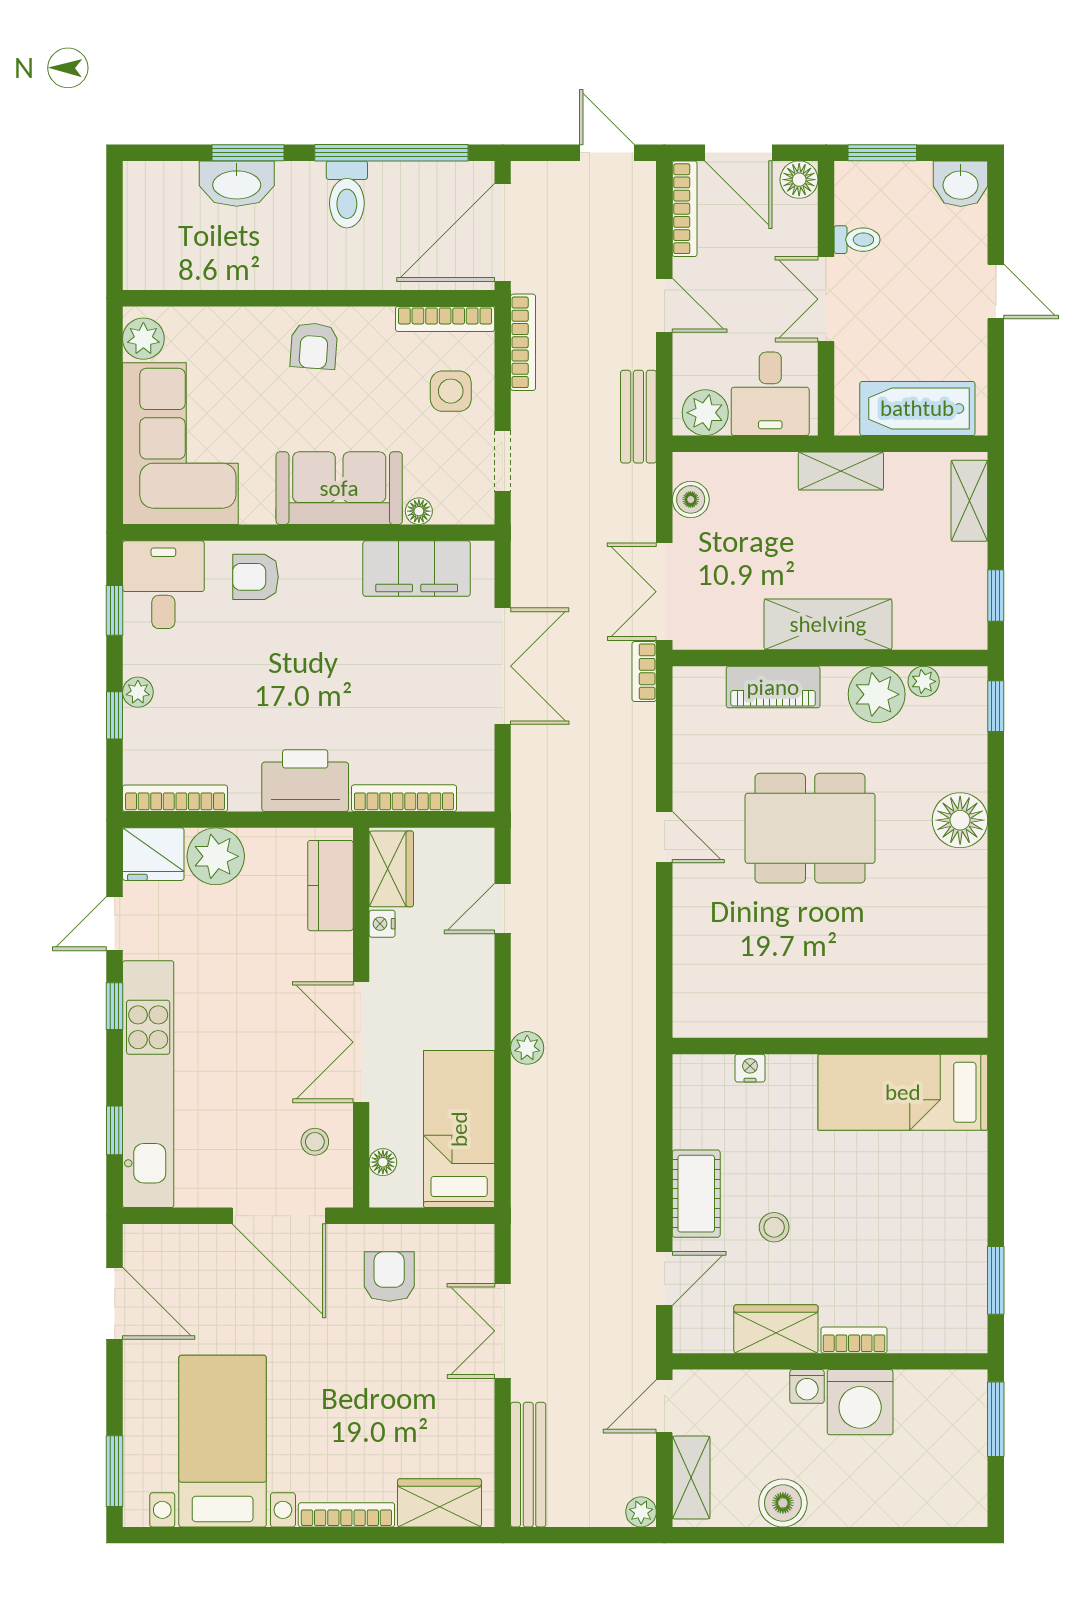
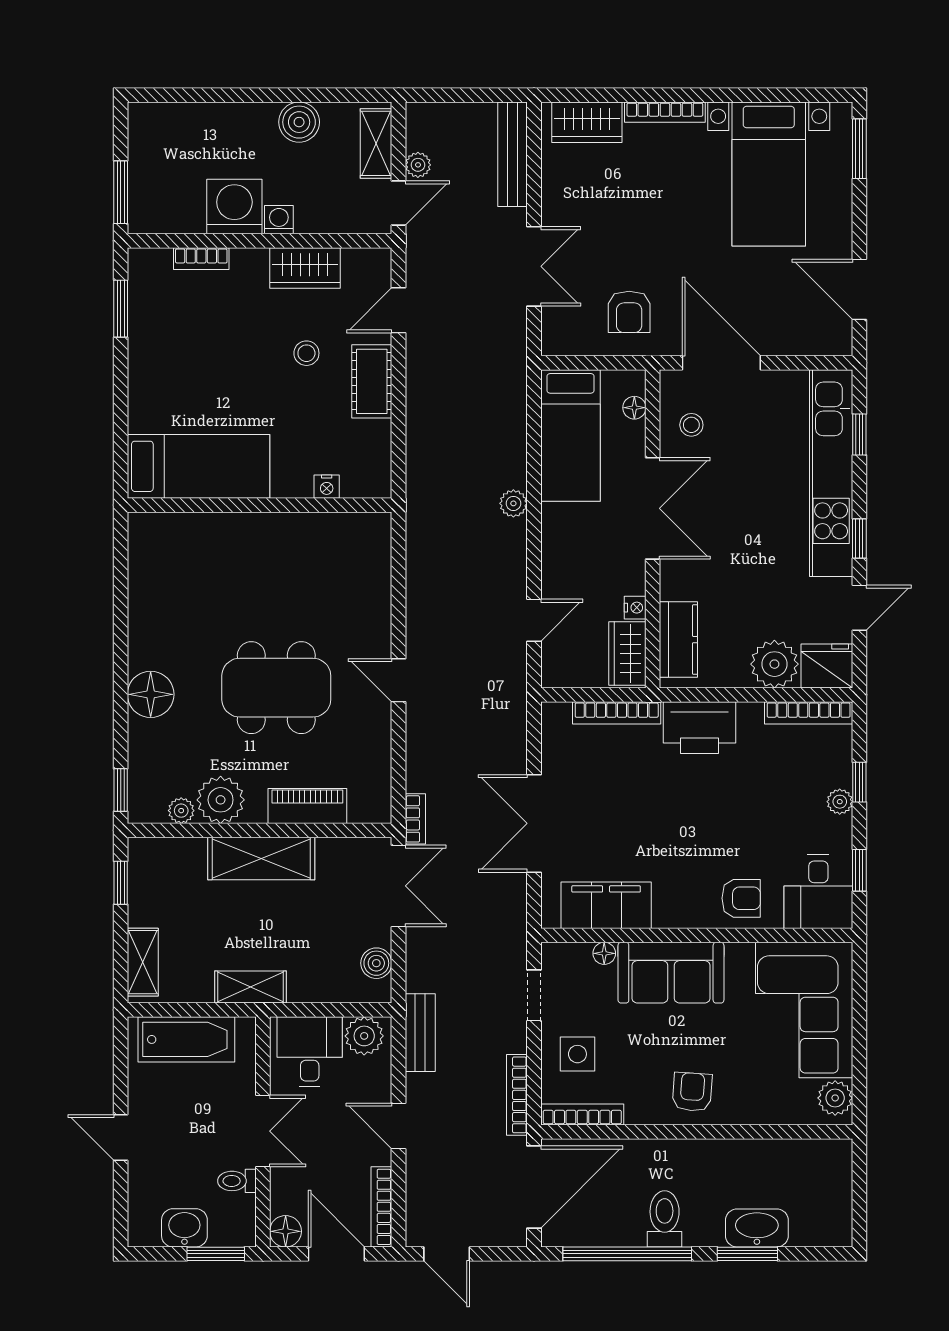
washbasin: (961, 184) -> (184, 1228), moved
bookcase: (854, 1340) -> (201, 259), moved
plant: (641, 1512) -> (418, 165), moved

